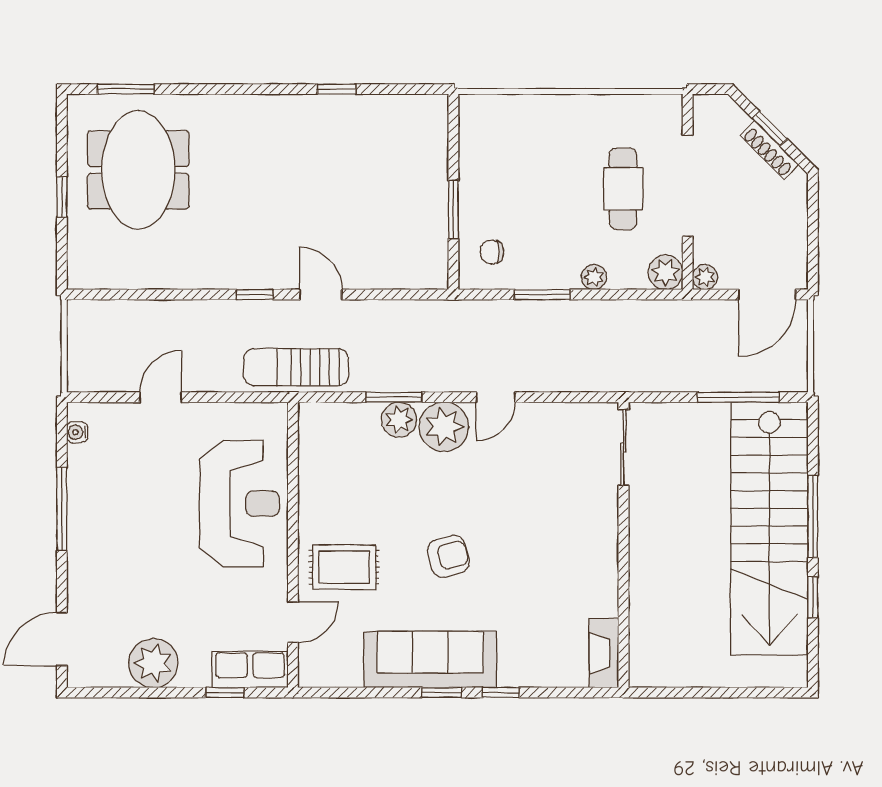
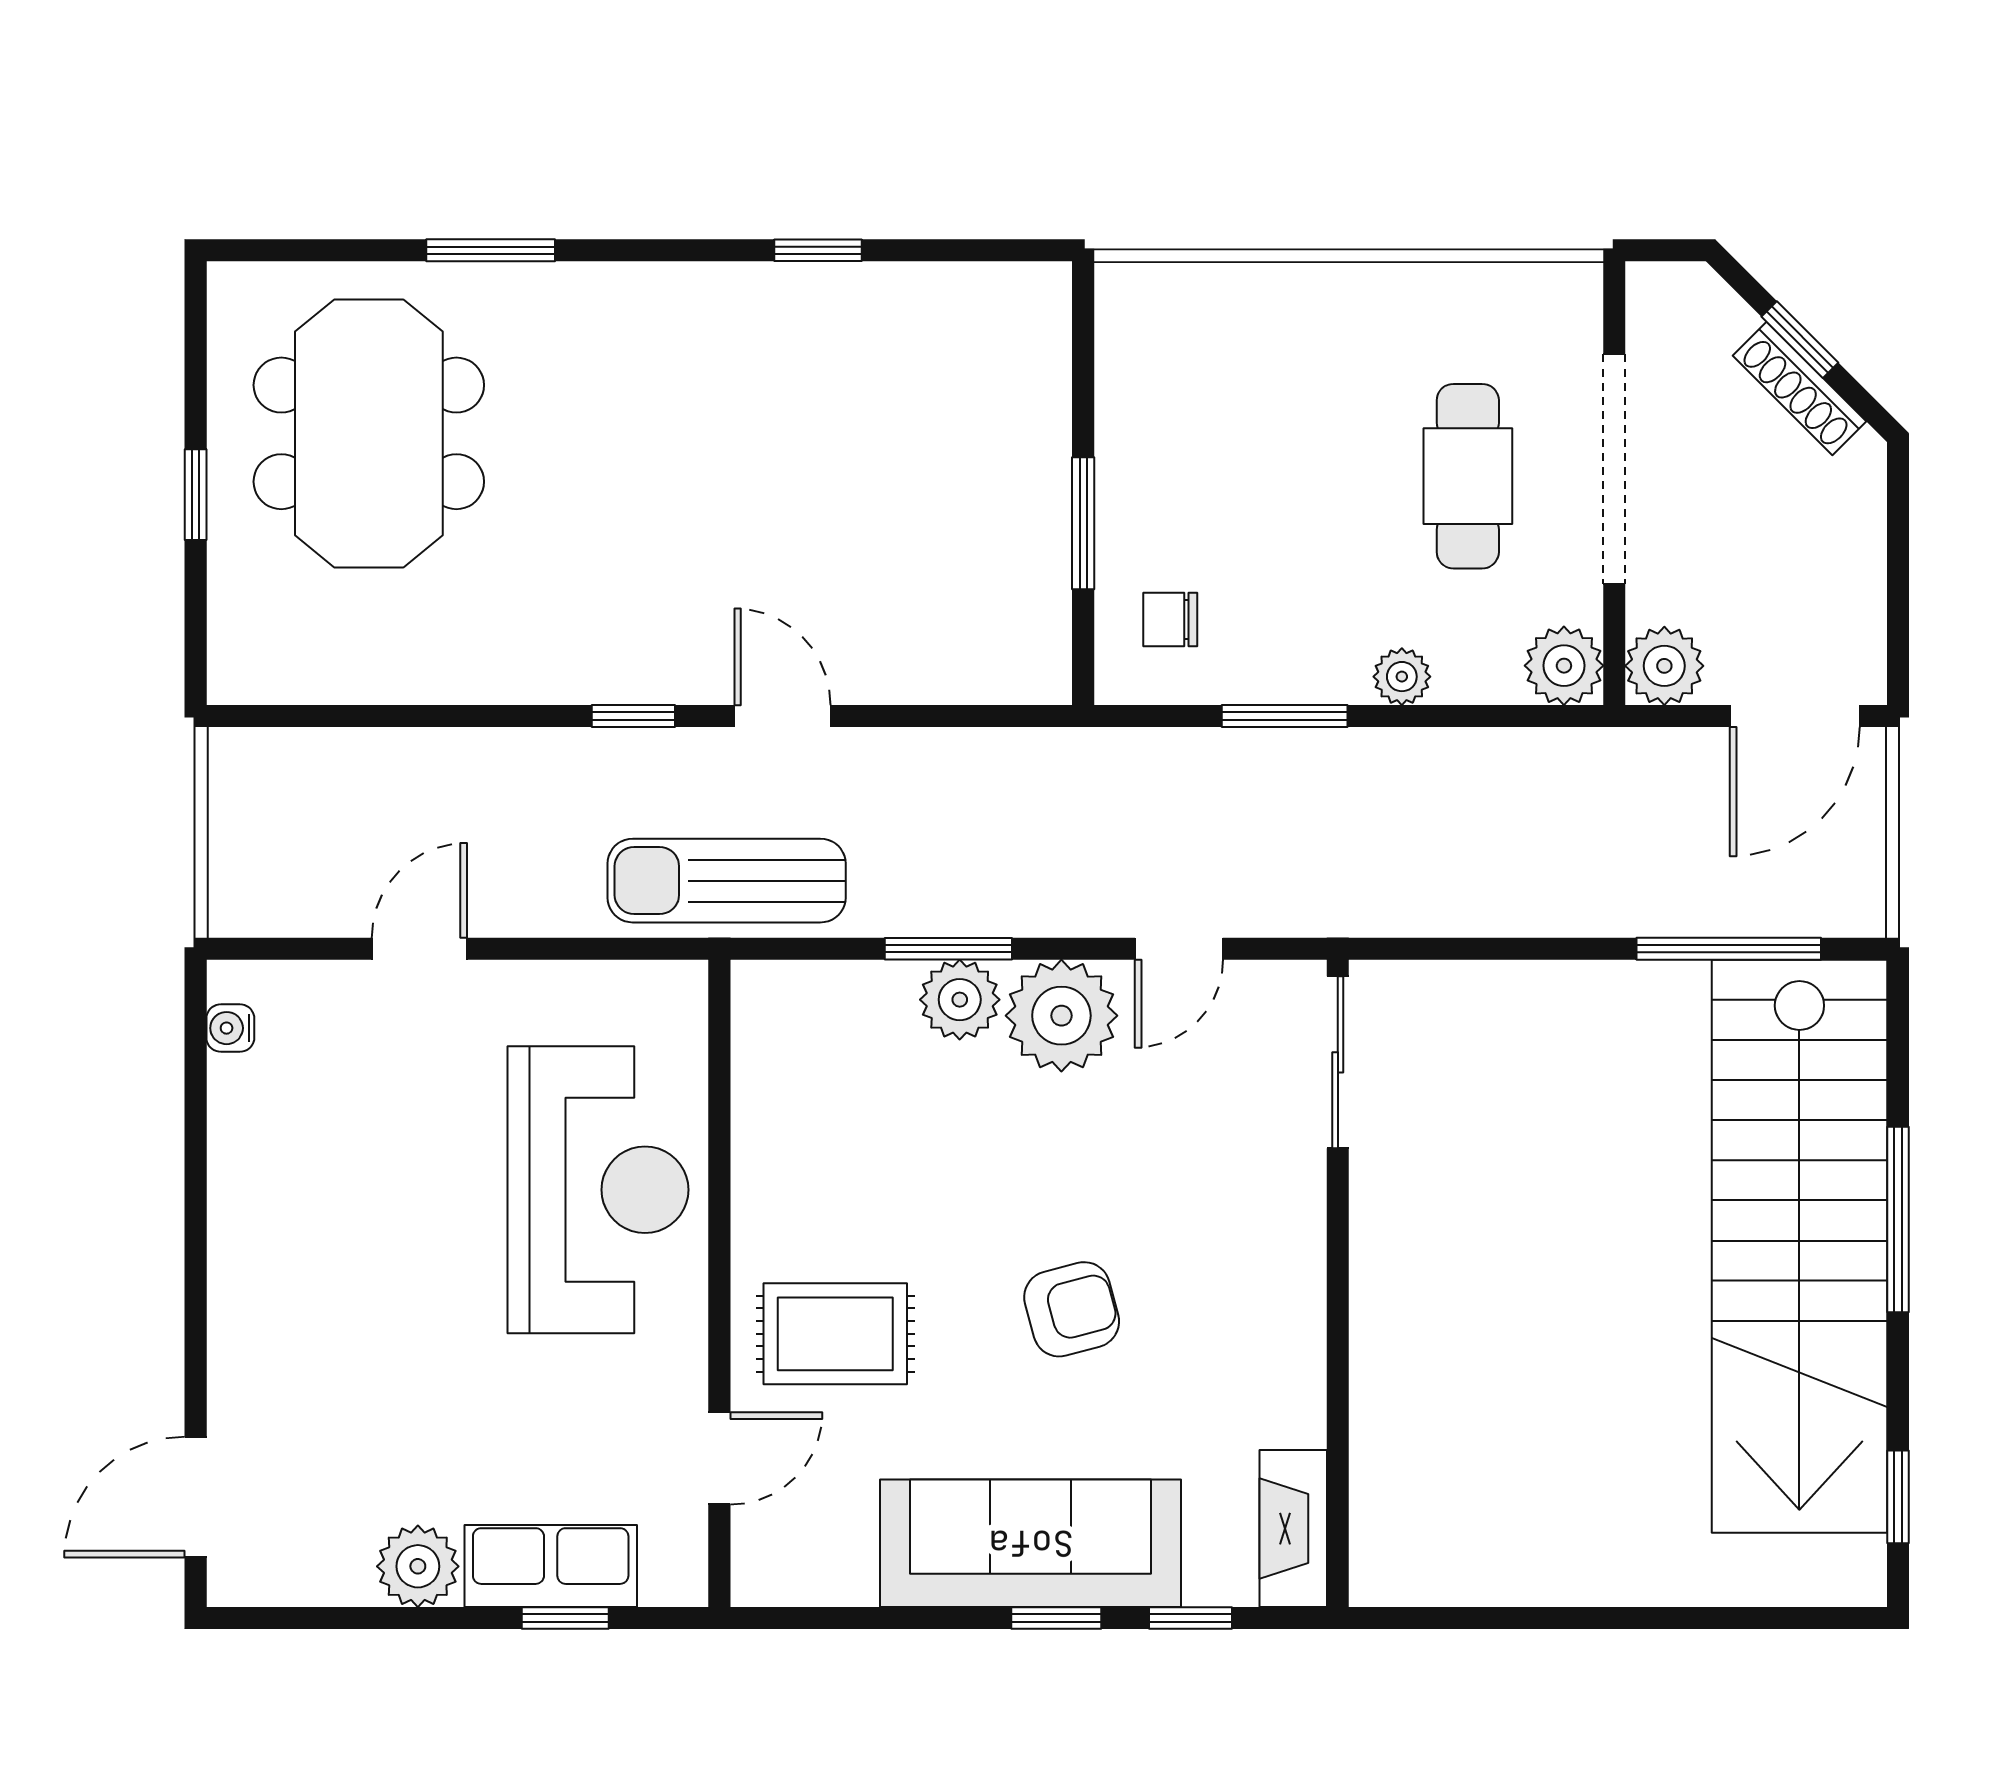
window: (126, 89) -> (491, 250), moved
plant: (705, 277) -> (1664, 666), width x1.38, depth x1.38
sliding door: (623, 447) -> (1338, 1062), moved
window: (62, 509) -> (196, 1202), removed
wall: (623, 545) -> (1338, 1283), moved
window: (813, 597) -> (1898, 1497), moved
fireplace: (604, 653) -> (1293, 1529), moved
plant: (153, 663) -> (418, 1566), width x0.73, depth x0.73
row of seats: (250, 670) -> (551, 1566), moved

